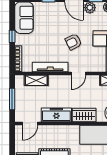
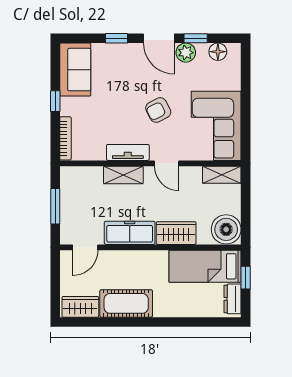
tv unit: (50, 67) -> (128, 152), width x0.71
door: (78, 73) -> (167, 163), hinge flipped
shelving: (36, 80) -> (123, 175), moved

